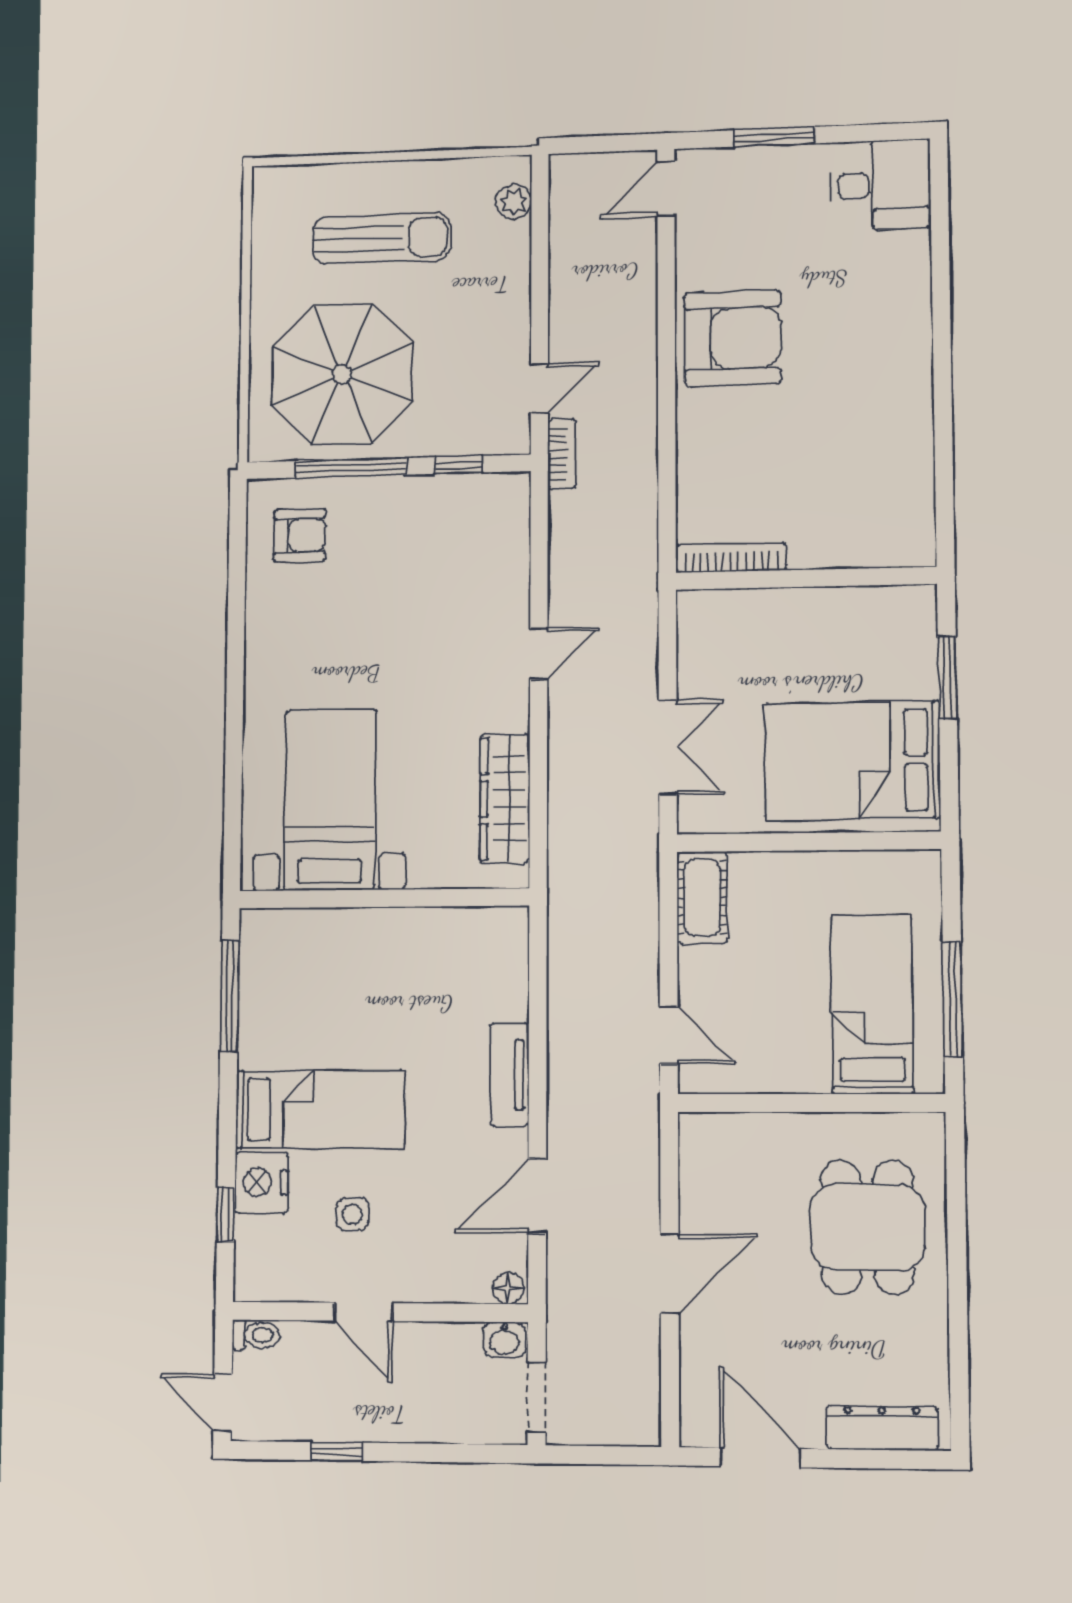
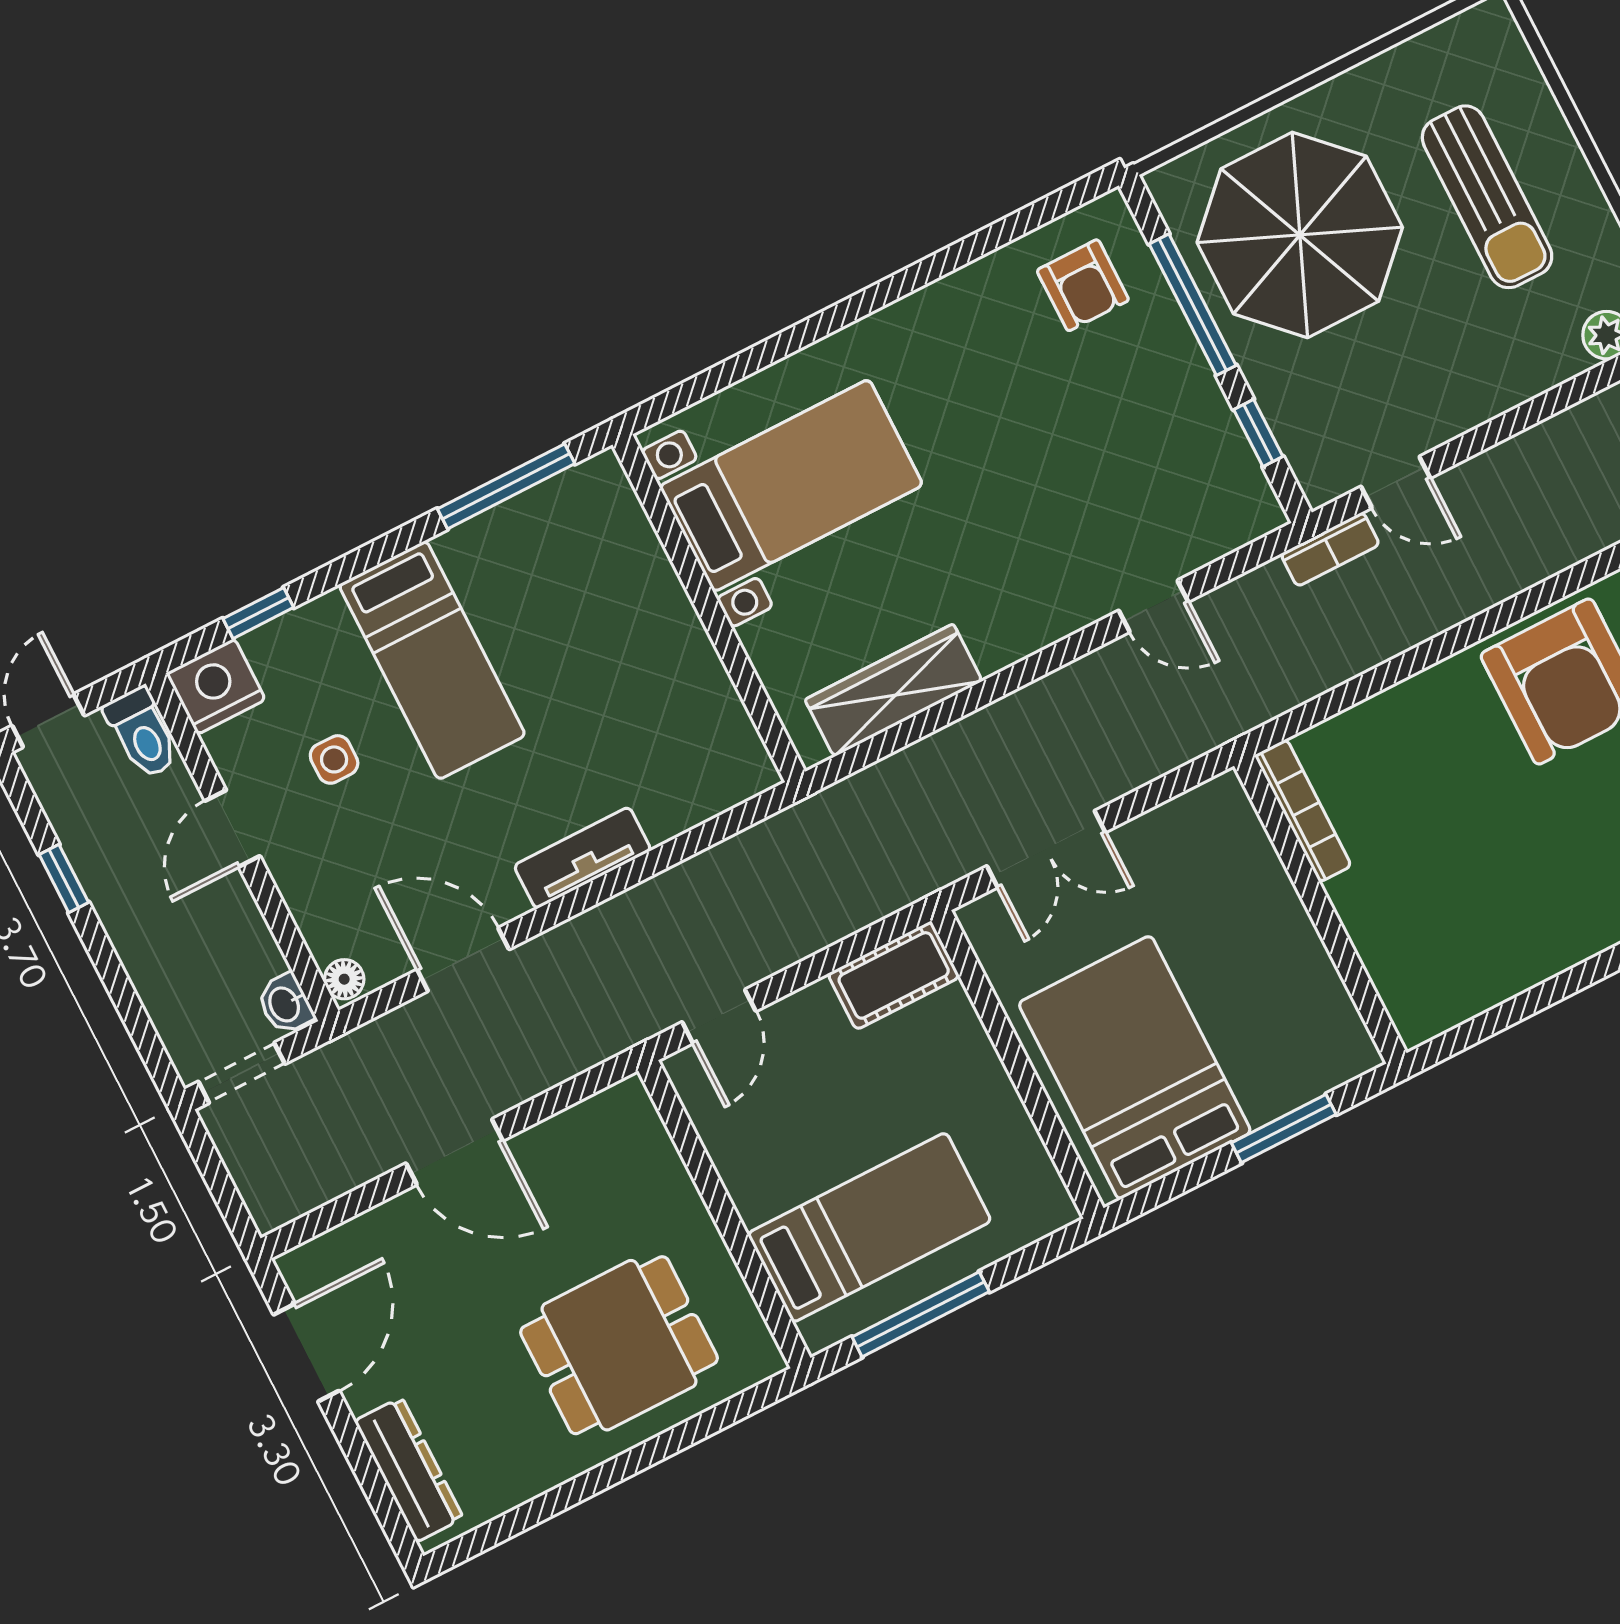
door: (539, 654) -> (1154, 606), moved
nightstand: (261, 1182) -> (216, 686), moved
toilet: (256, 1335) -> (142, 733), width x1.37, depth x1.39

